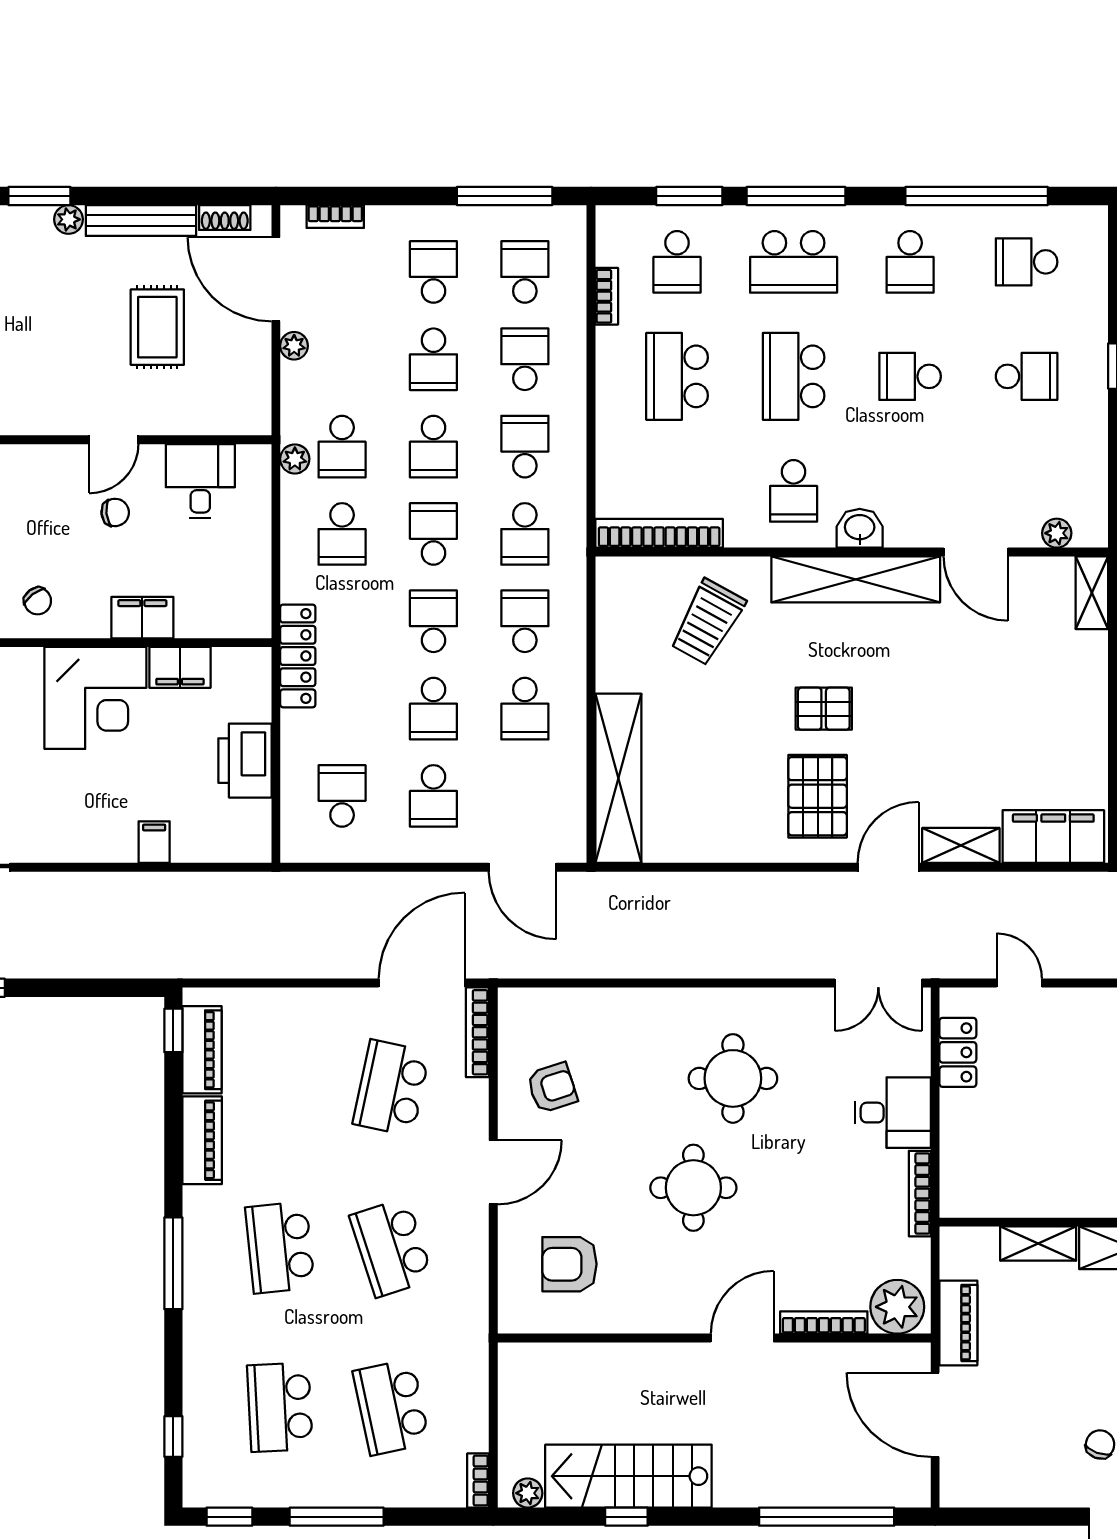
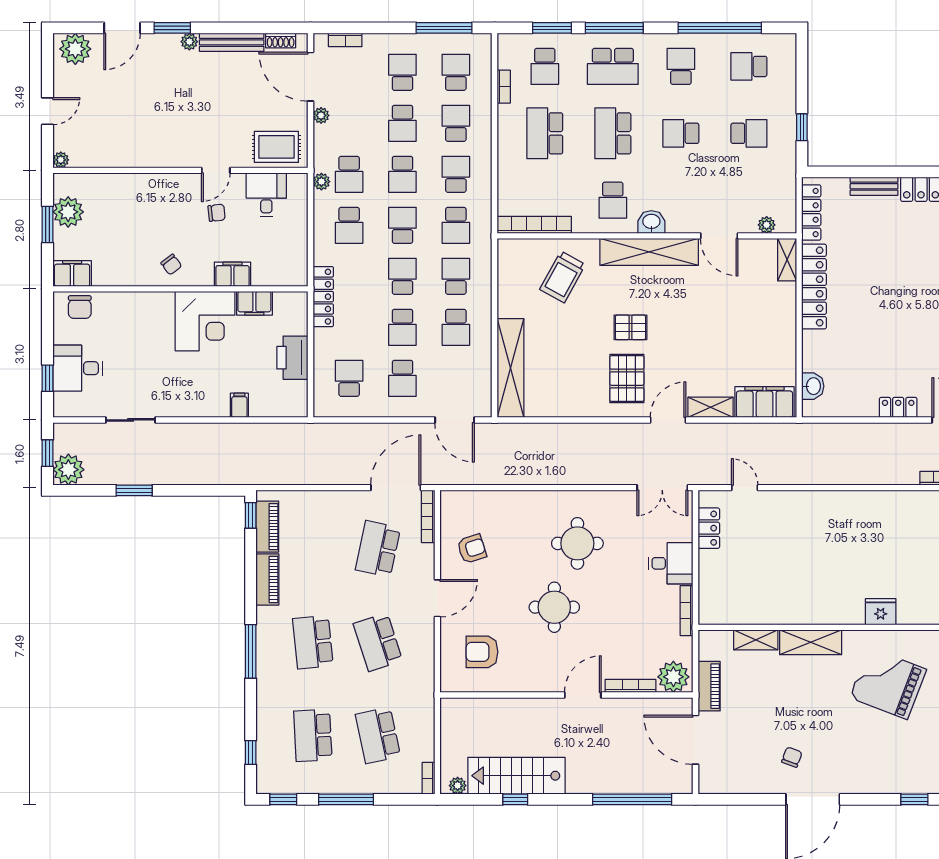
school desk: (910, 262) -> (681, 66), turned 180
rug: (157, 327) -> (276, 147), moved, turned 90

